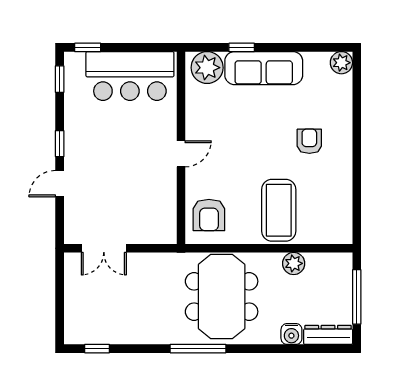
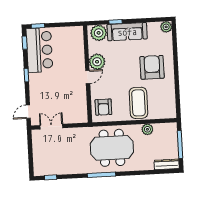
bar counter: (130, 76) -> (39, 50), moved, turned -90
plant: (201, 125) -> (97, 62), added
armchair: (309, 141) -> (152, 67), width x1.88, depth x1.88
door: (60, 184) -> (28, 112), moved
double door: (104, 248) -> (51, 127), swing flipped
meeting table: (222, 296) -> (112, 148), turned 90
water cooler: (291, 334) -> (148, 165), removed

